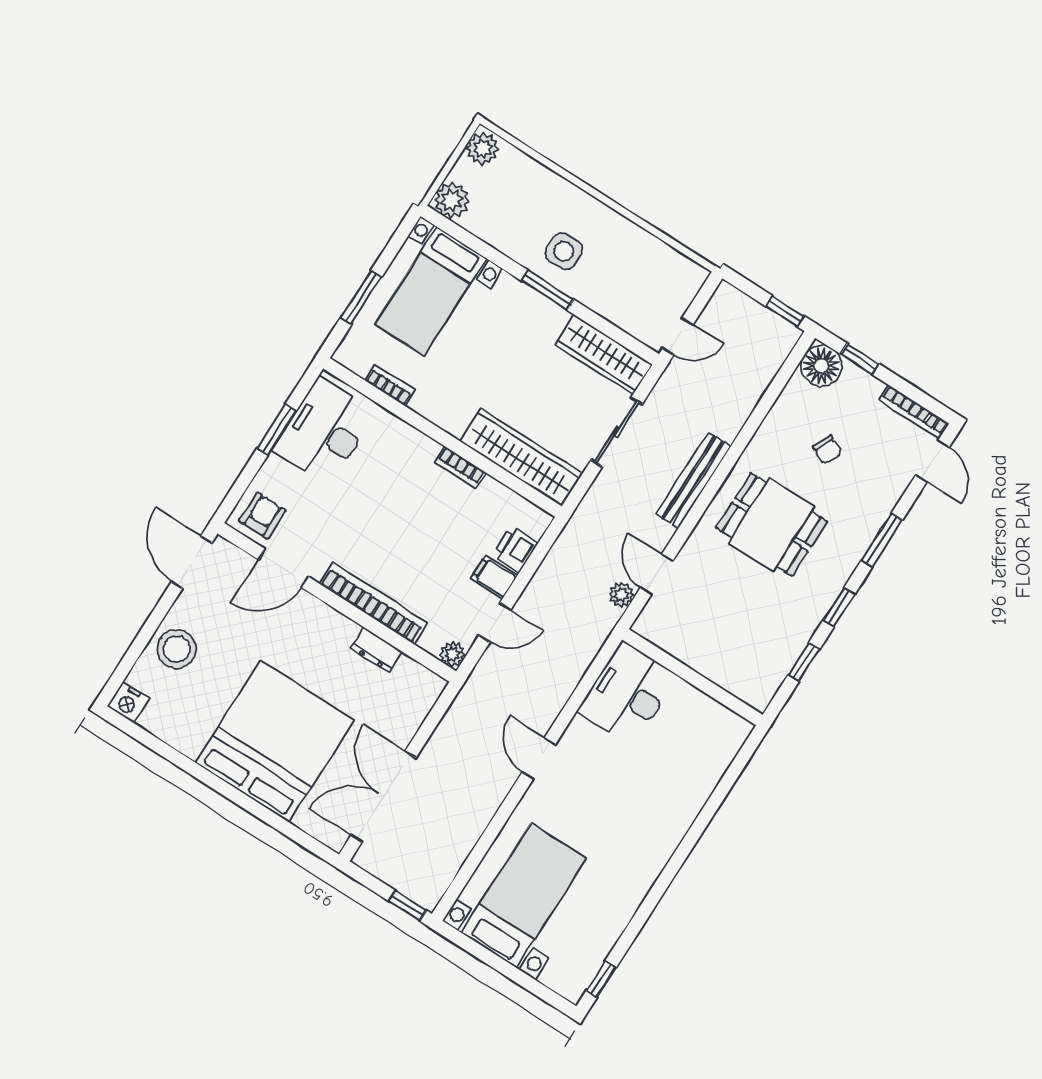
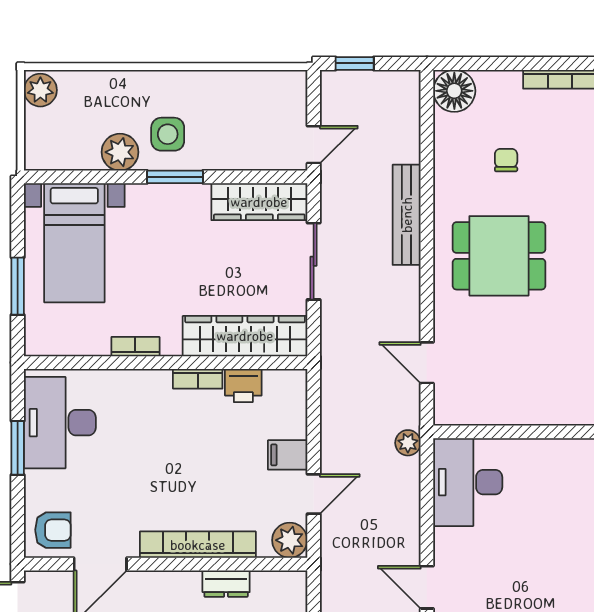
plant: (452, 200) -> (120, 152), moved
window: (785, 311) -> (355, 63), moved
window: (860, 359) -> (484, 63), removed
bookcase: (390, 385) -> (135, 347), moved
chair: (827, 450) -> (506, 160), turned -116
bench: (693, 480) -> (407, 215), moved
armchair: (262, 516) -> (53, 530), turned 90
printer: (515, 549) -> (243, 386), moved, turned -90
plant: (621, 595) -> (408, 443), moved
plant: (452, 654) -> (290, 540), width x1.38, depth x1.38

